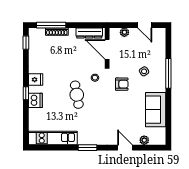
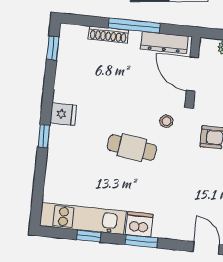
window: (51, 25) -> (134, 26), moved
cafe table: (77, 95) -> (132, 148), turned -72
dishwasher: (35, 100) -> (139, 224), moved, turned -90
window: (57, 148) -> (89, 236), added

